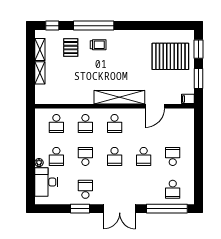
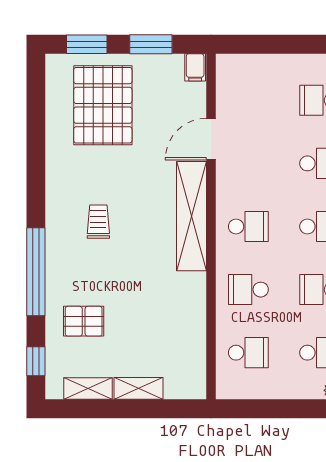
trolley: (98, 45) -> (98, 222), moved
door: (155, 106) -> (211, 139), swing flipped
school desk: (85, 124) -> (248, 290), turned 180

